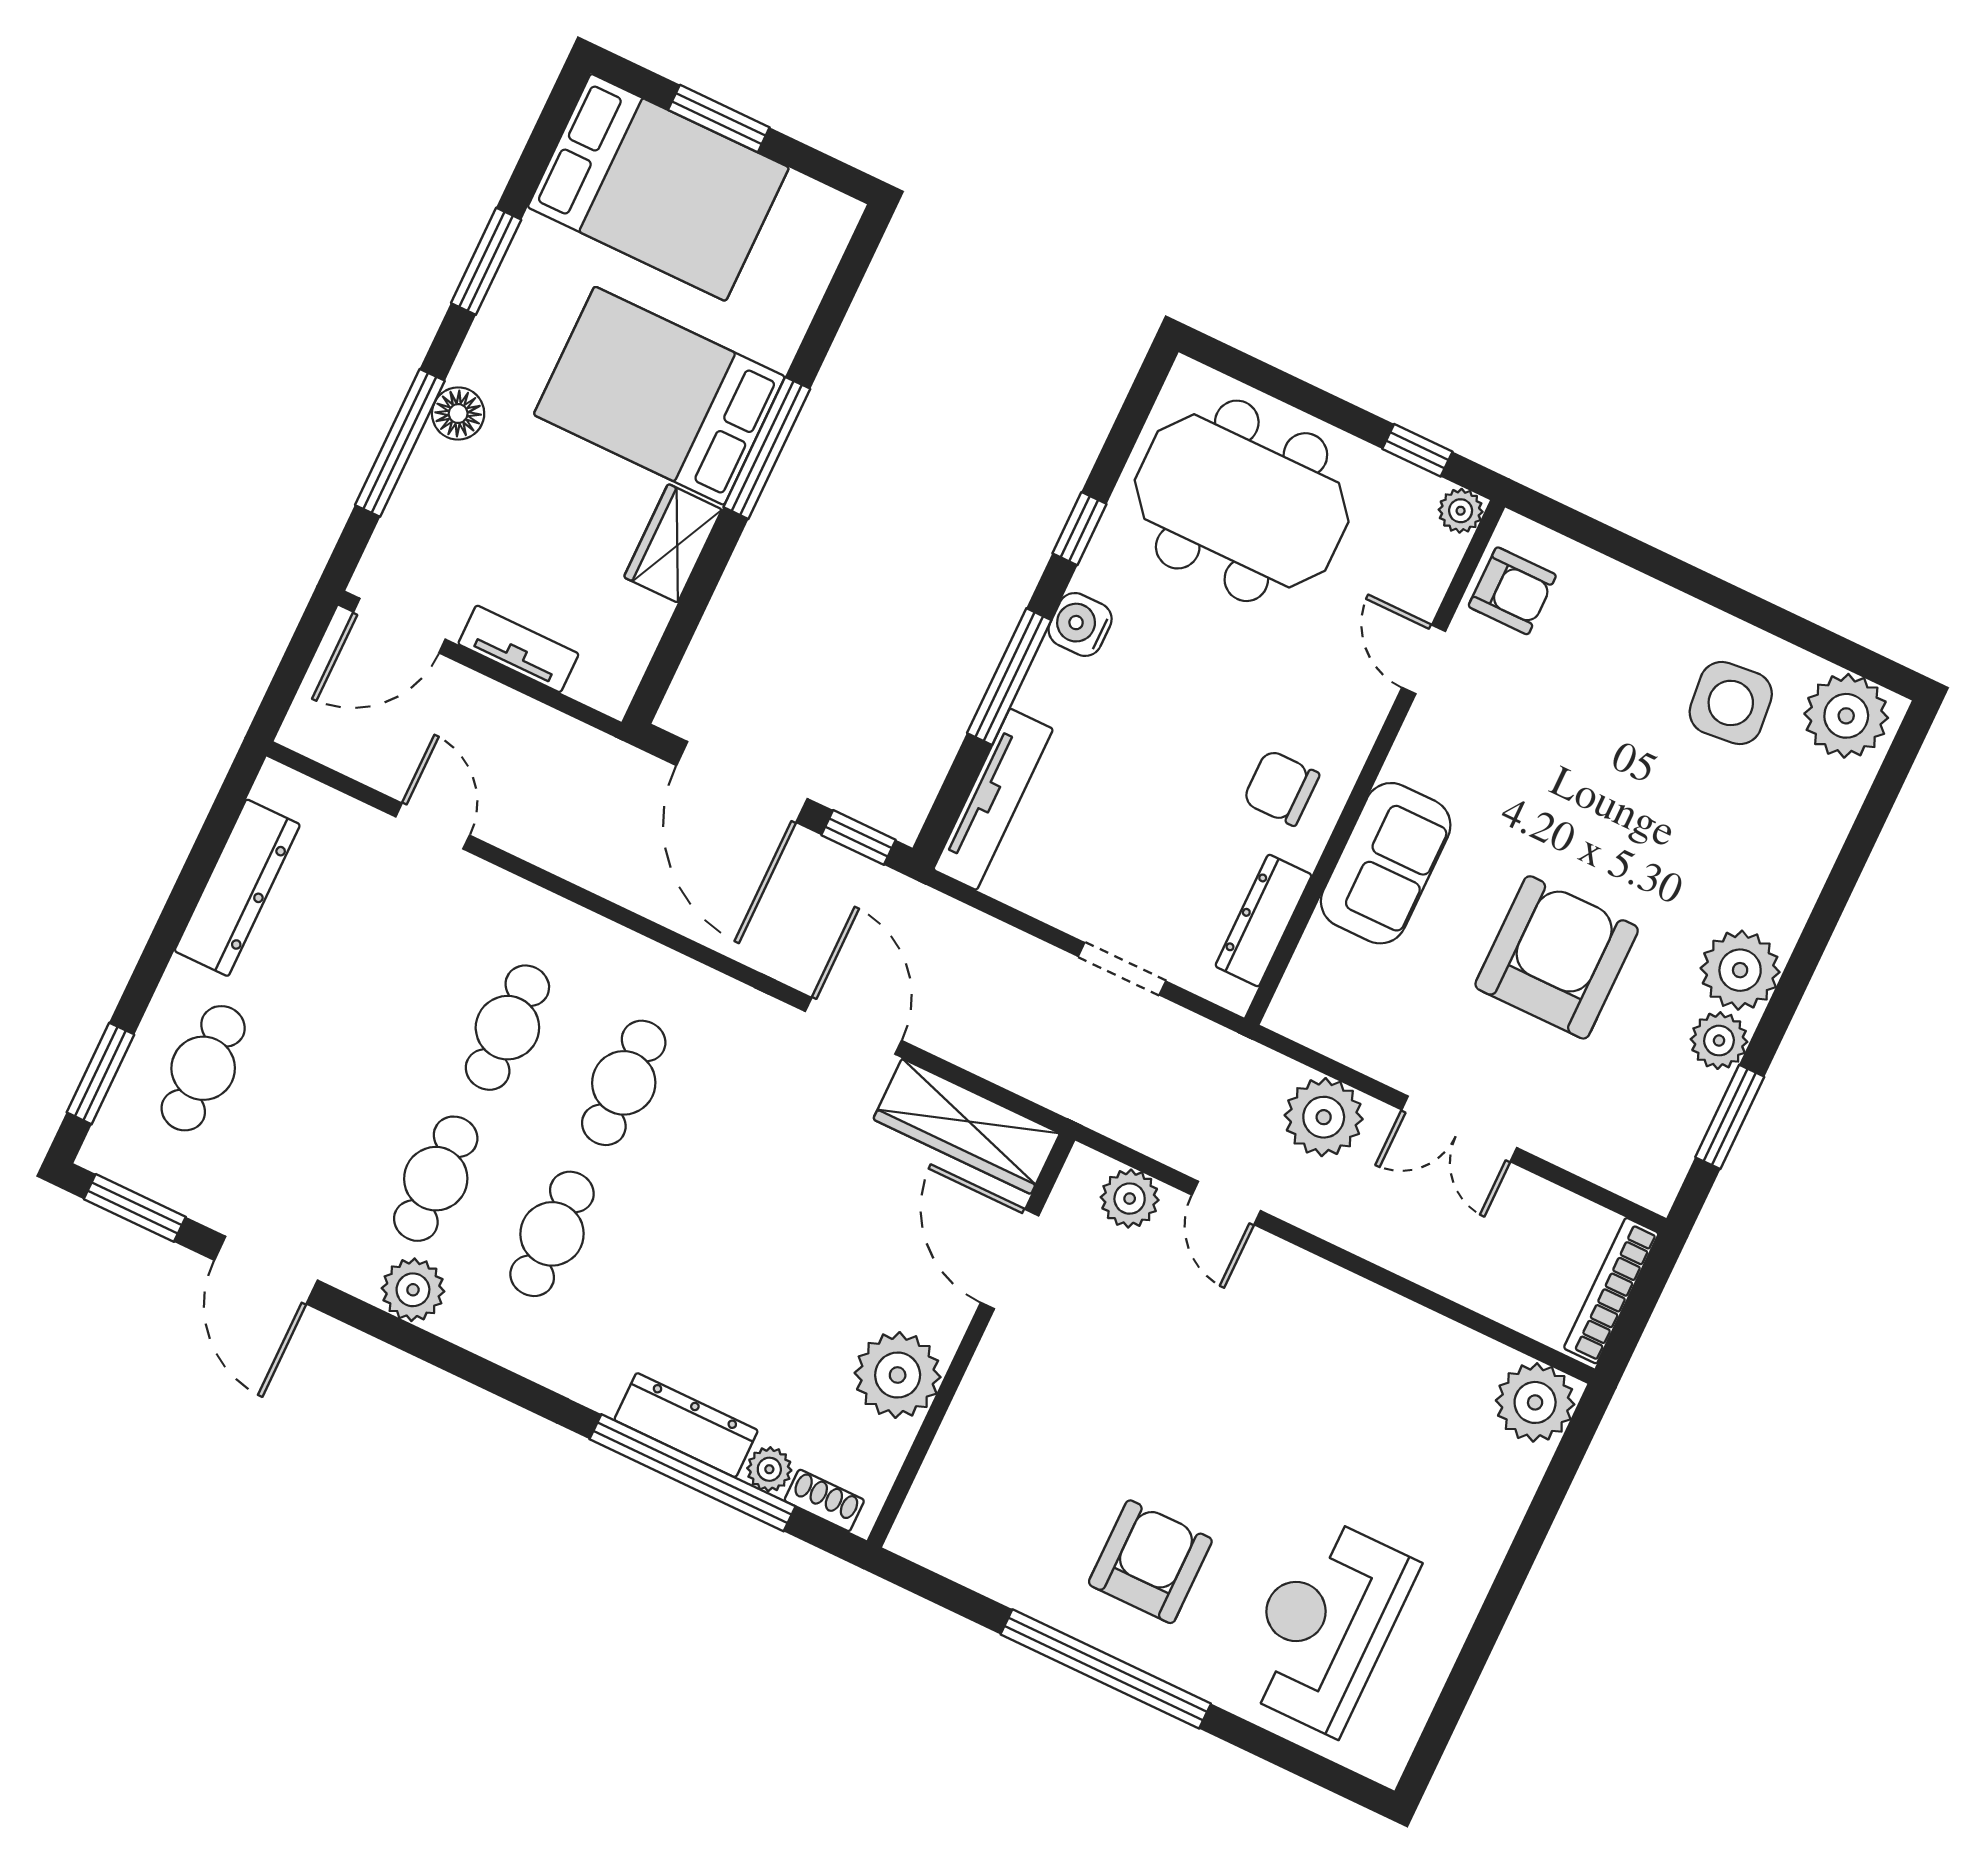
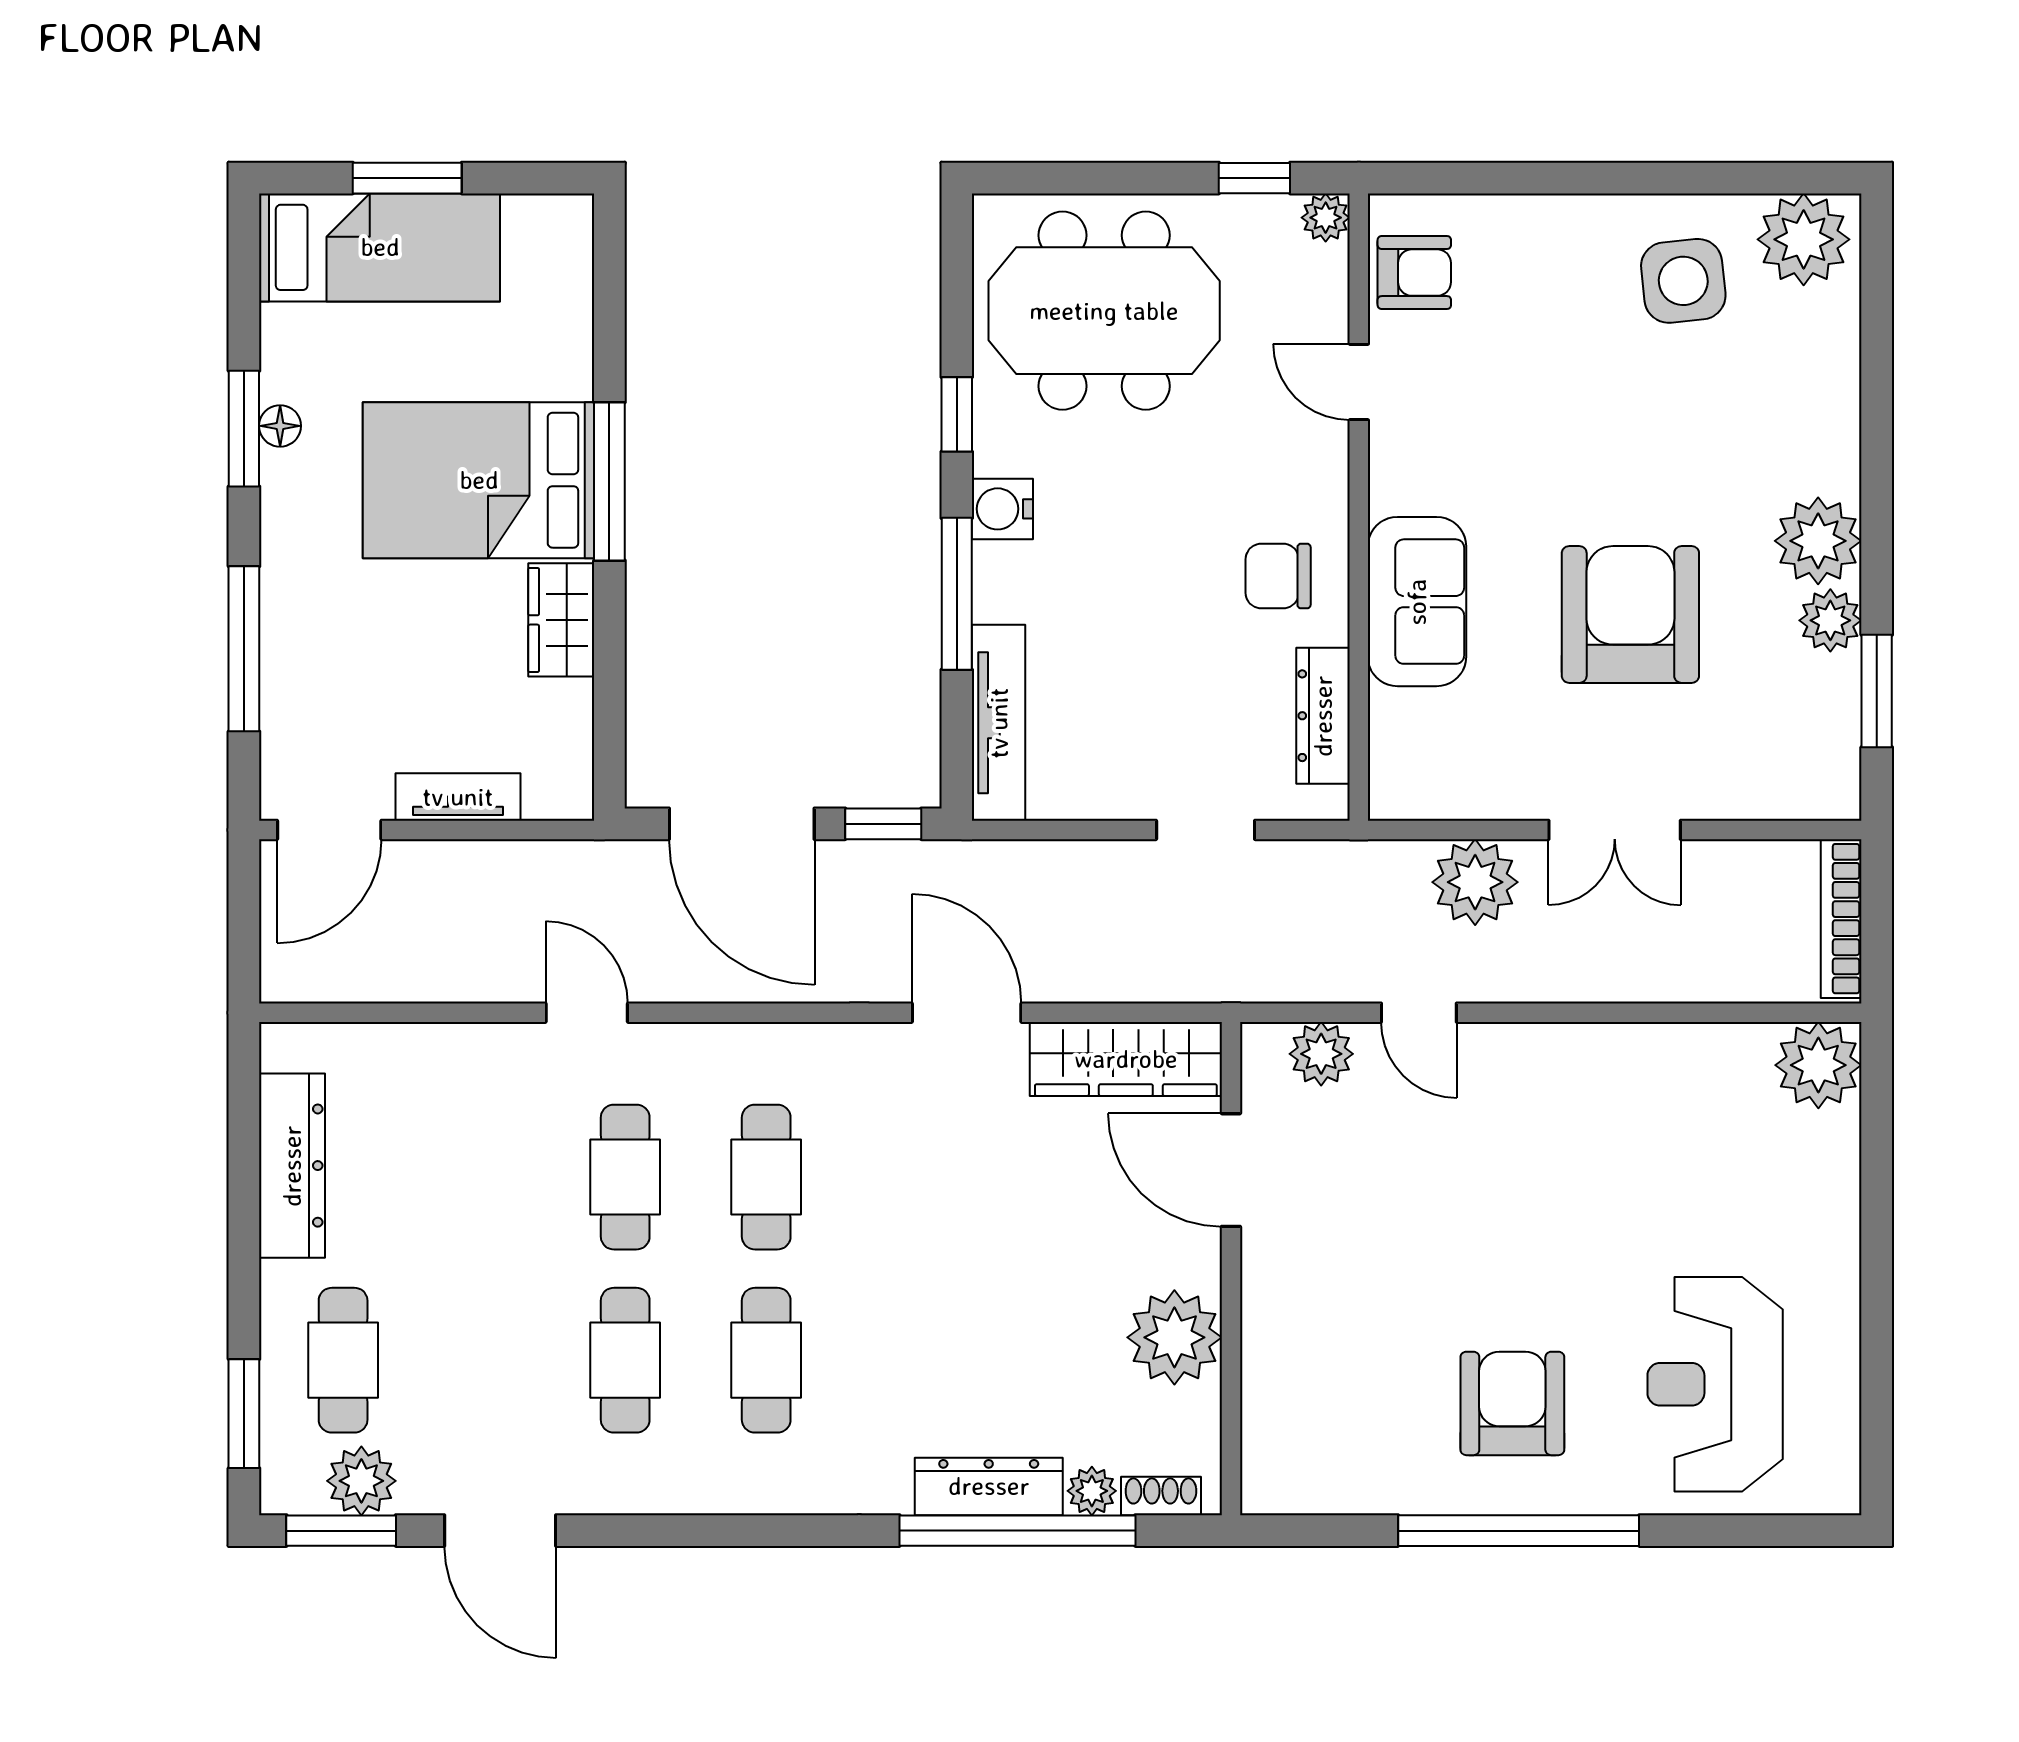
bed: (658, 187) -> (380, 247), width x0.67
floor lamp: (458, 414) -> (280, 426), moved, width x0.73, depth x0.73
door: (433, 826) -> (587, 1013), moved
plant: (413, 1290) -> (361, 1481), moved

